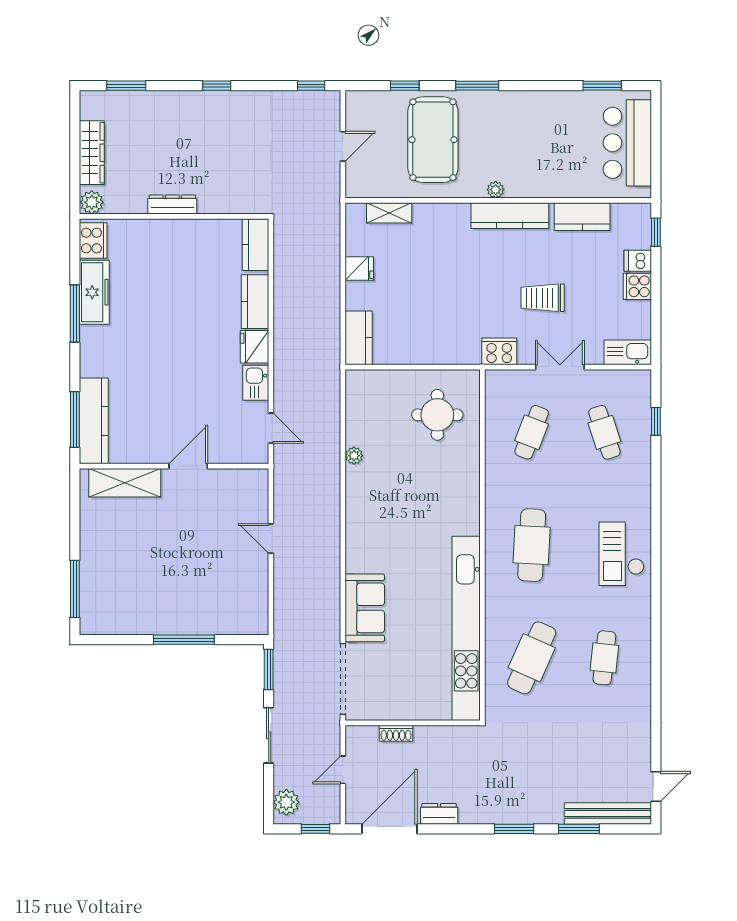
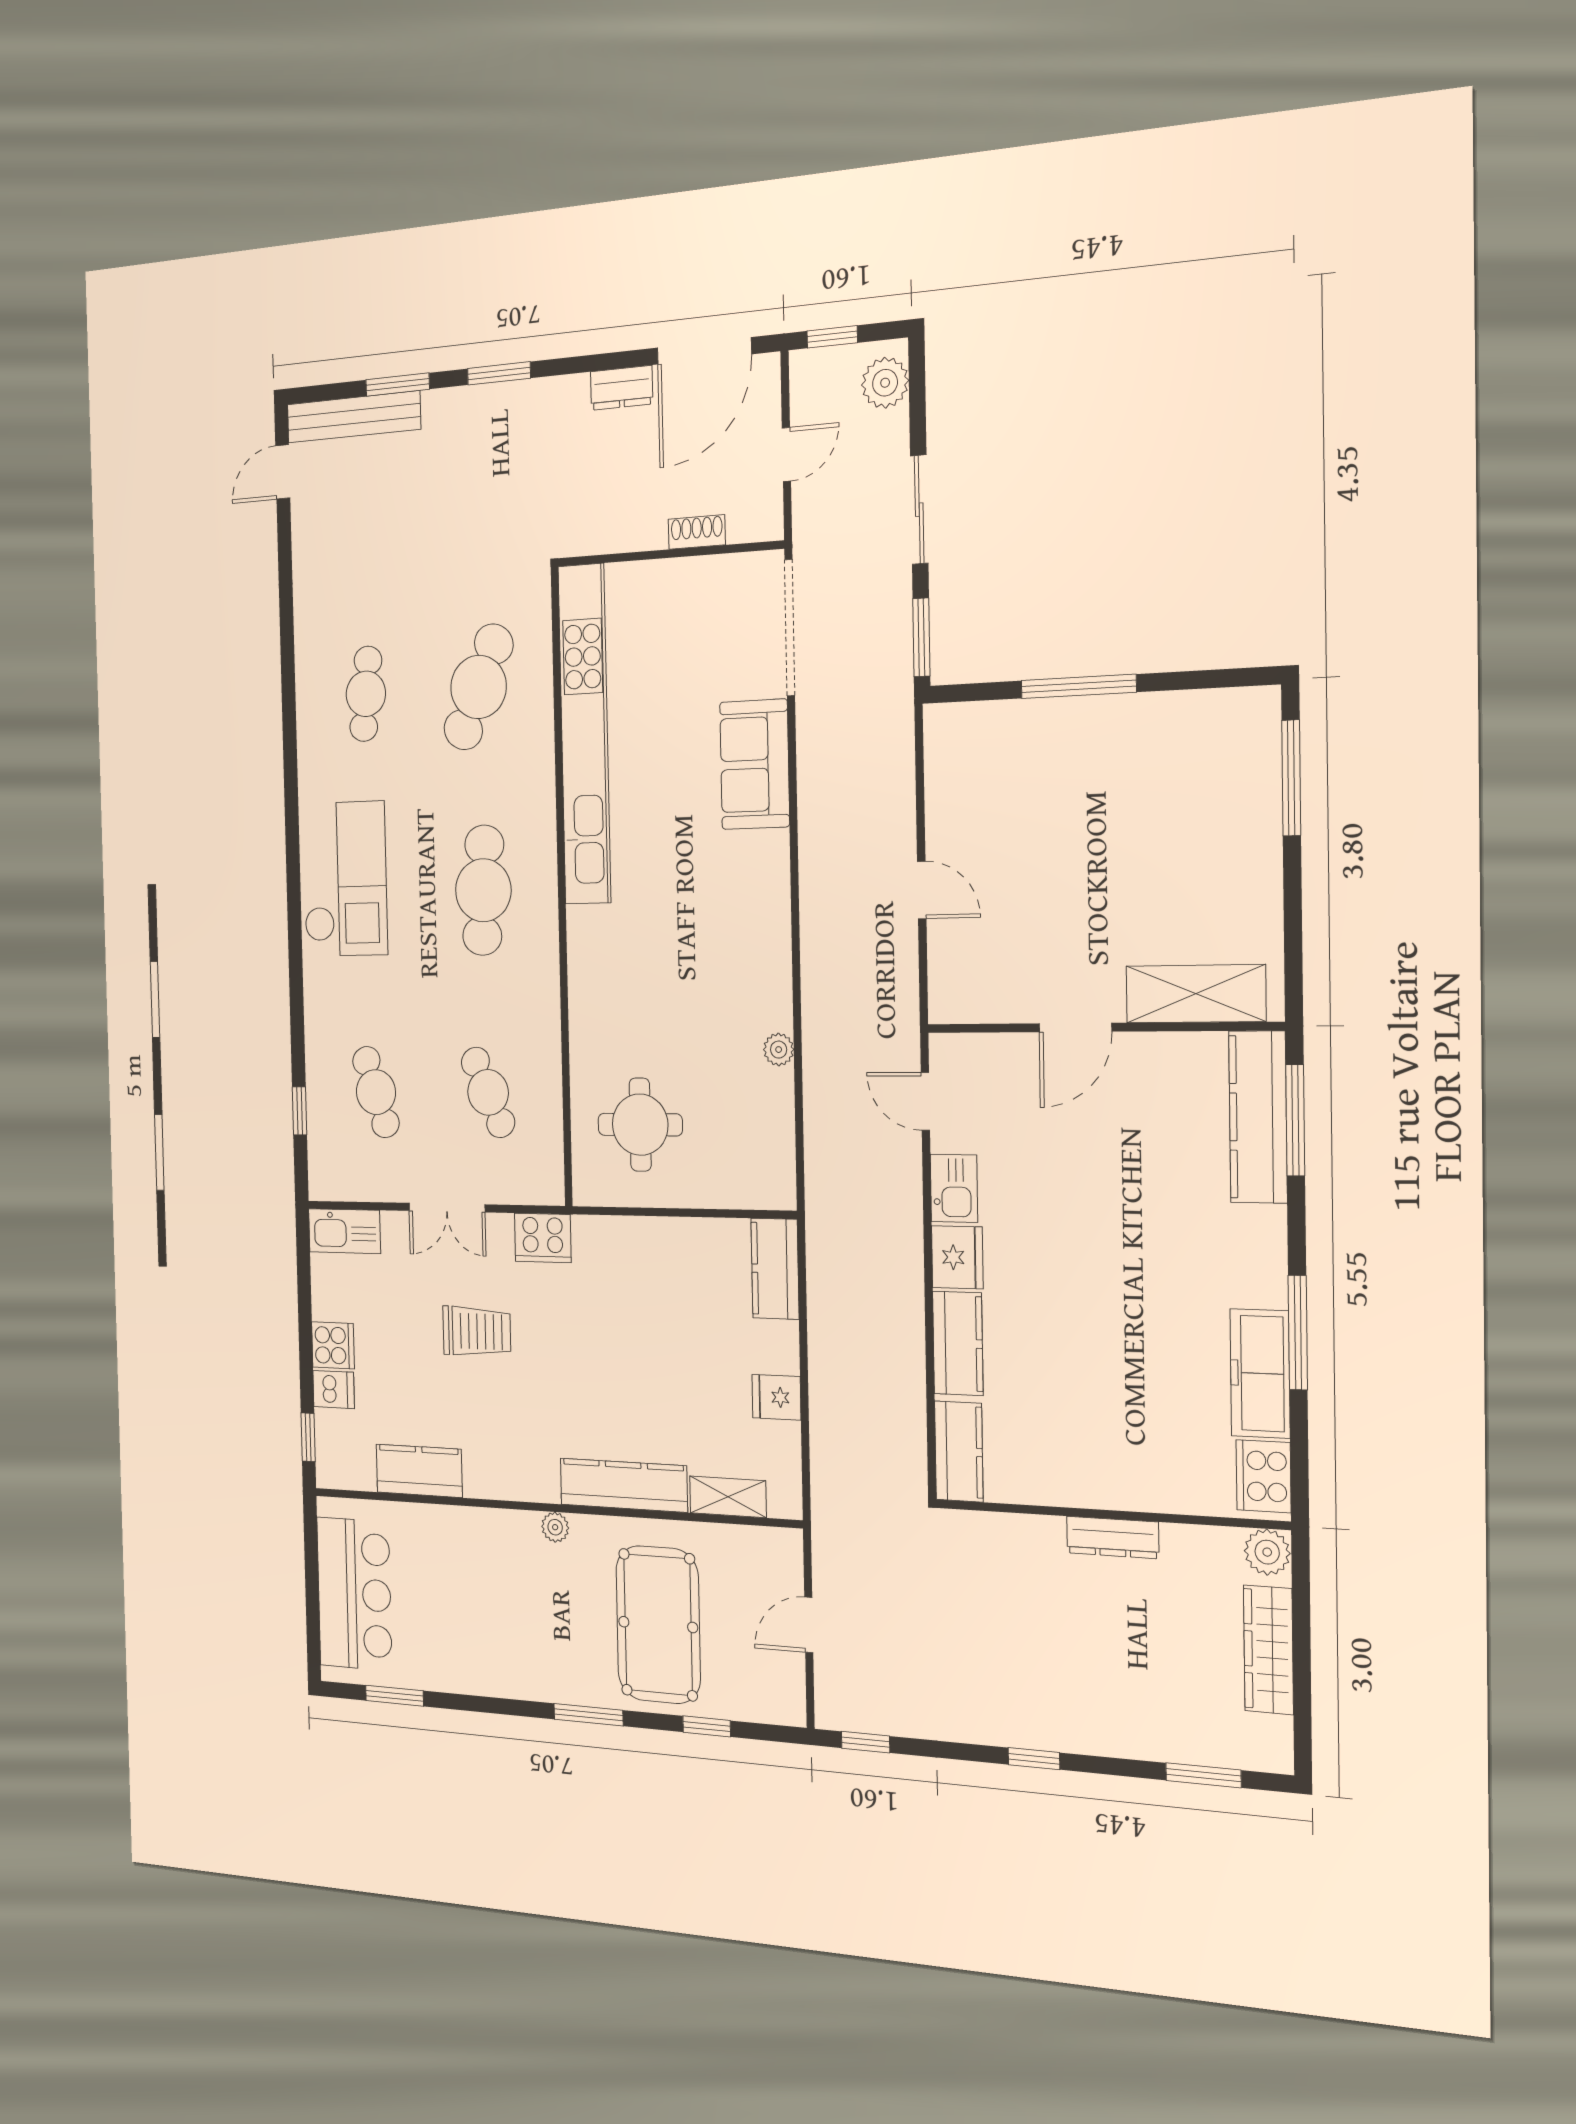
kitchen counter: (510, 216) -> (624, 1485), moved
cafe table: (532, 432) -> (488, 1092), turned -45
checkout: (621, 554) -> (345, 879), width x1.36, depth x1.21

